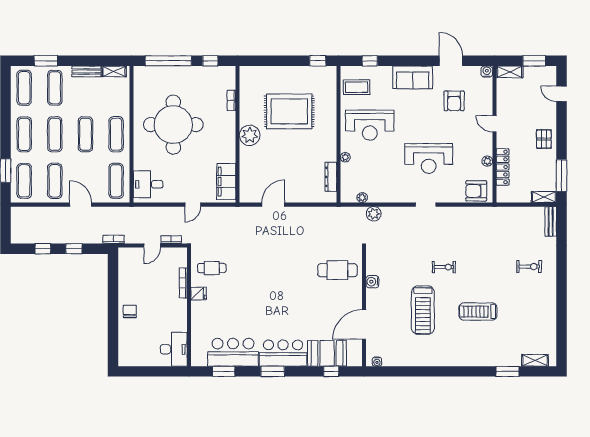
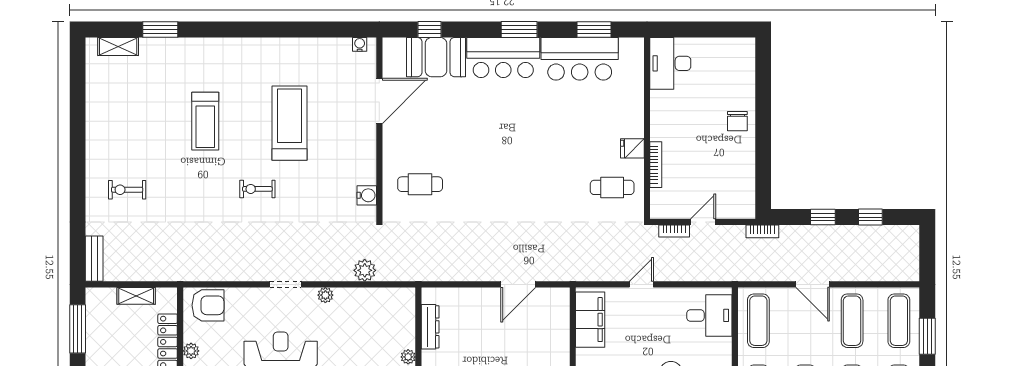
shelving: (544, 197) -> (136, 296), moved
plant: (362, 198) -> (325, 295), moved
cafe table: (337, 270) -> (420, 184), width x0.73, depth x0.74
water cooler: (372, 282) -> (367, 195), moved
treadmill: (478, 311) -> (205, 121), turned 90

